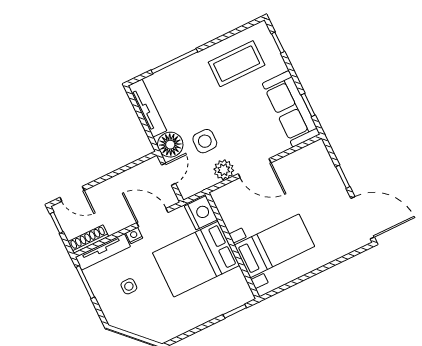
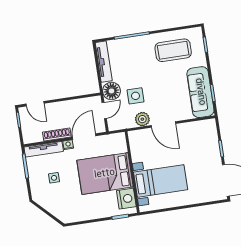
nightstand: (201, 213) -> (126, 199), moved
door: (152, 218) -> (84, 136), hinge flipped
shoe rack: (88, 239) -> (57, 135), moved

